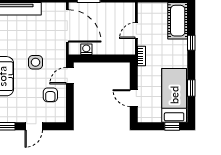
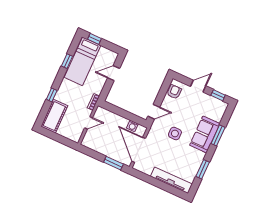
armchair: (50, 95) -> (174, 92), moved
door: (134, 98) -> (114, 73), swing flipped

